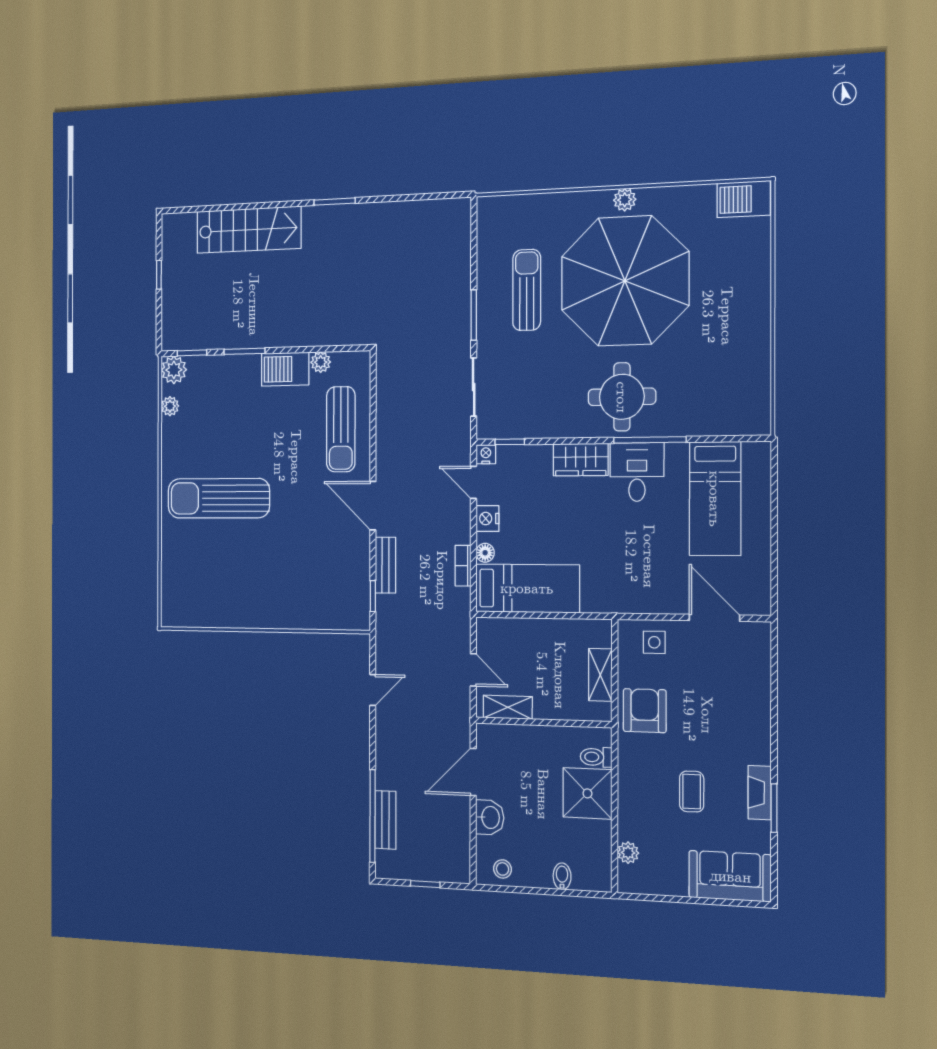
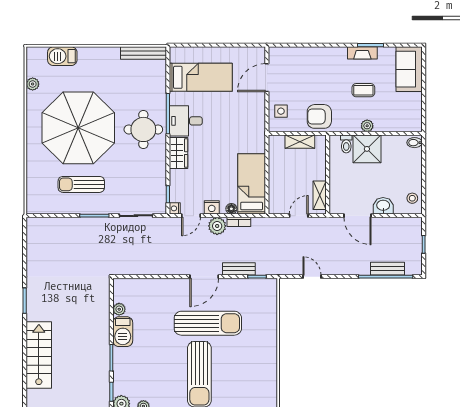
barbecue: (744, 199) -> (62, 56), moved, turned 90
plant: (625, 200) -> (33, 84), moved
bench: (760, 394) -> (144, 53), added
sun lounger: (341, 429) -> (208, 323), moved, width x1.36, depth x1.34
plant: (456, 528) -> (217, 226), added
plant: (628, 853) -> (367, 126), moved
bidet: (562, 876) -> (415, 143), moved

